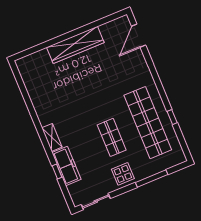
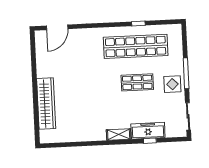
door: (139, 36) -> (57, 27), hinge flipped
wardrobe: (75, 45) -> (46, 104), moved
window: (152, 178) -> (186, 73), moved

